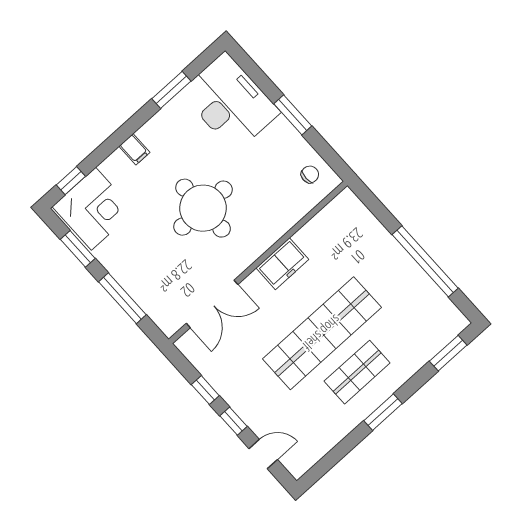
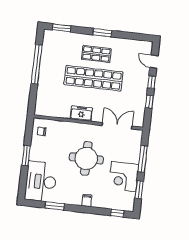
corner desk: (94, 209) -> (124, 177), moved, turned -90

